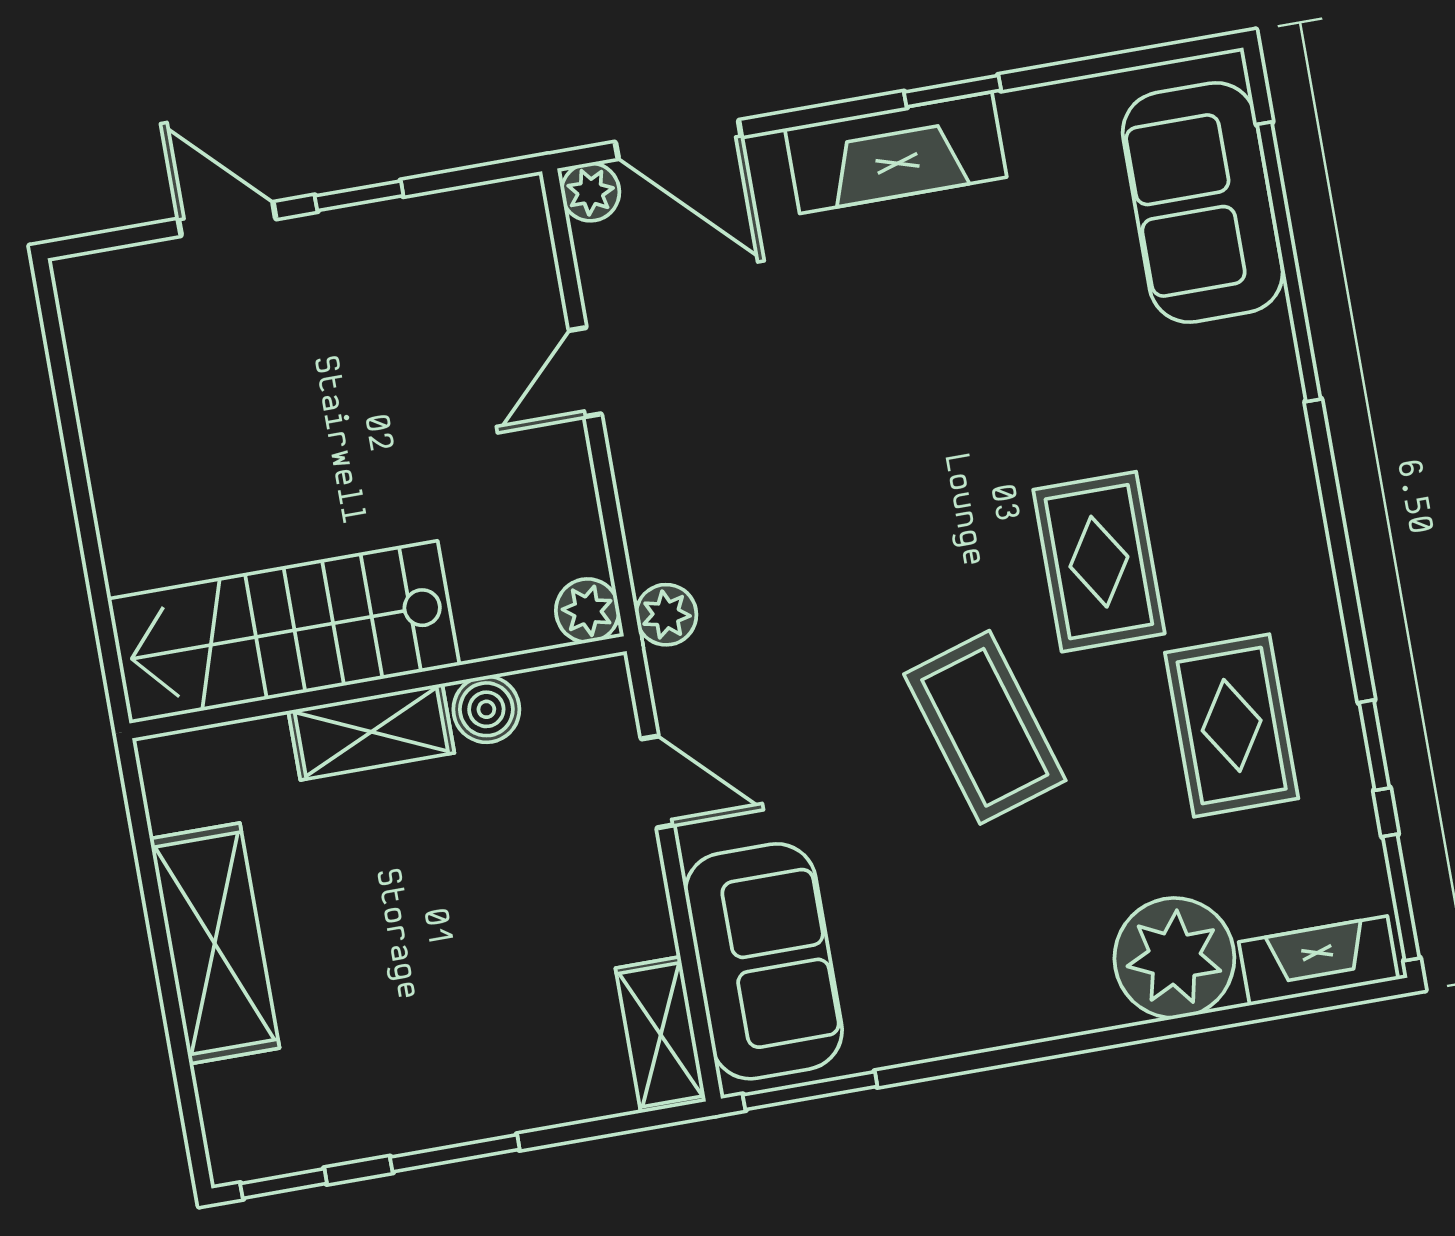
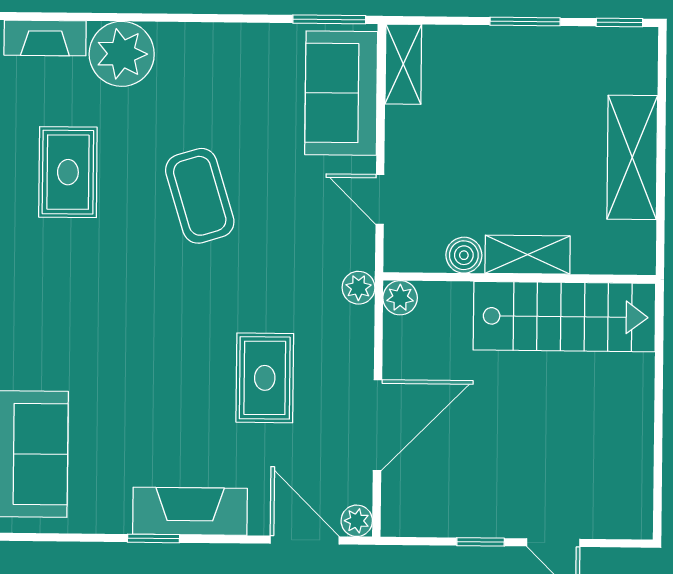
door: (585, 372) -> (378, 425), width x1.87
rug: (1099, 562) -> (265, 378), moved

